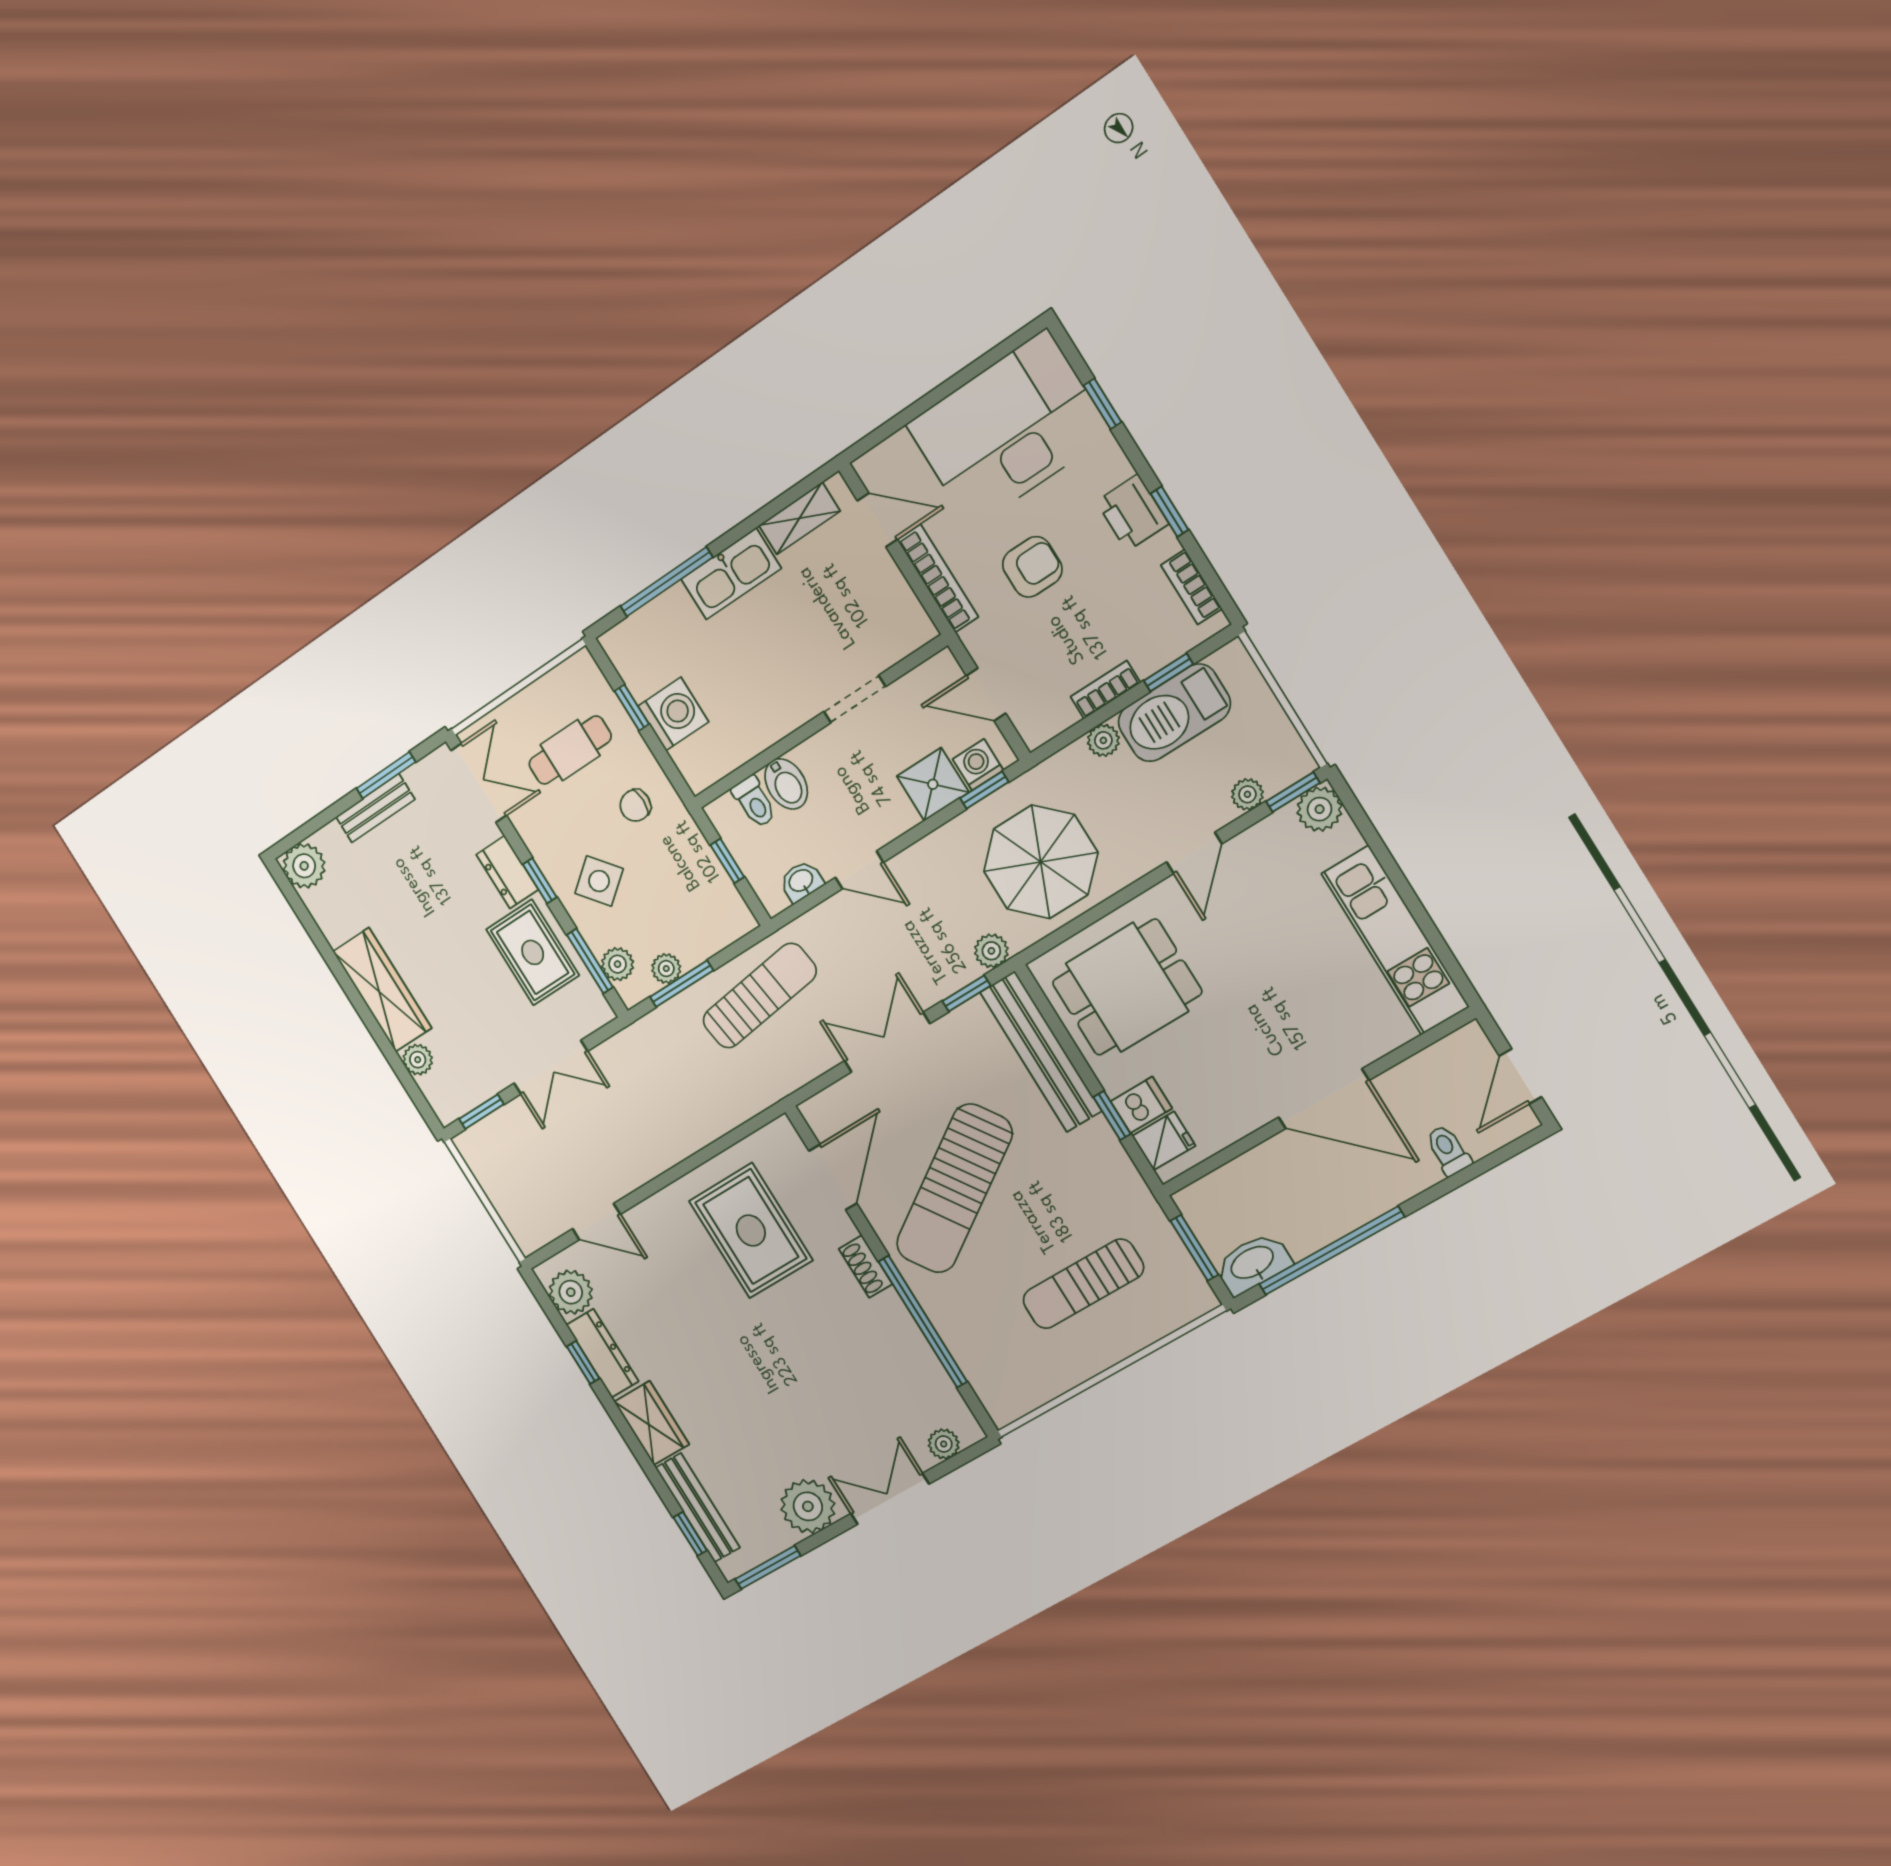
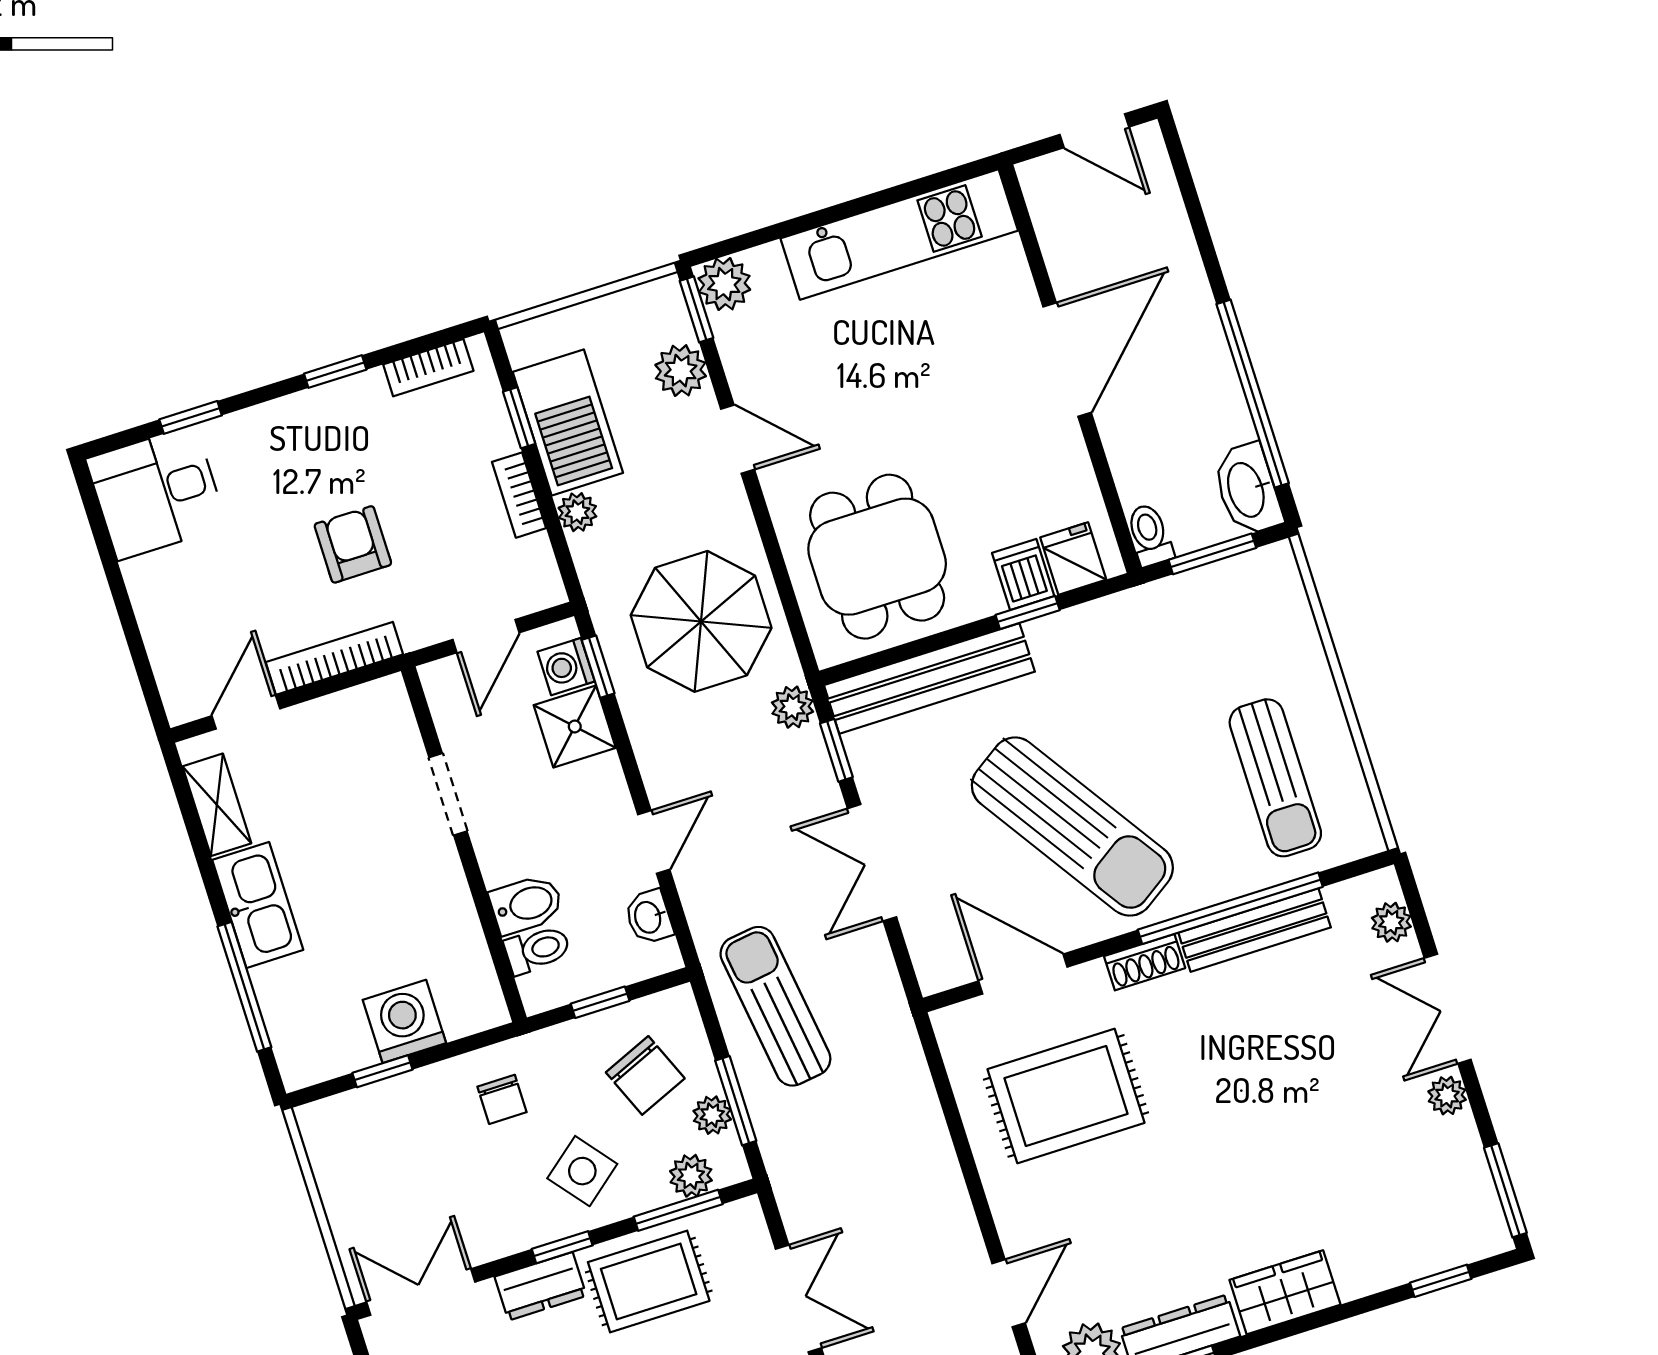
desk: (1009, 429) -> (156, 493), width x0.53, depth x0.77
printer: (1132, 513) -> (324, 414), removed
cafe table: (570, 750) -> (413, 1163), removed
plant: (1247, 794) -> (681, 371), width x1.38, depth x1.38
chair: (682, 910) -> (645, 1075), added
toilet: (1448, 1150) -> (1150, 535), moved, turned 90
sun lounger: (1083, 1284) -> (1275, 778), moved
plant: (808, 1506) -> (1447, 1096), width x0.53, depth x0.53
bench: (698, 1508) -> (1255, 930), moved

